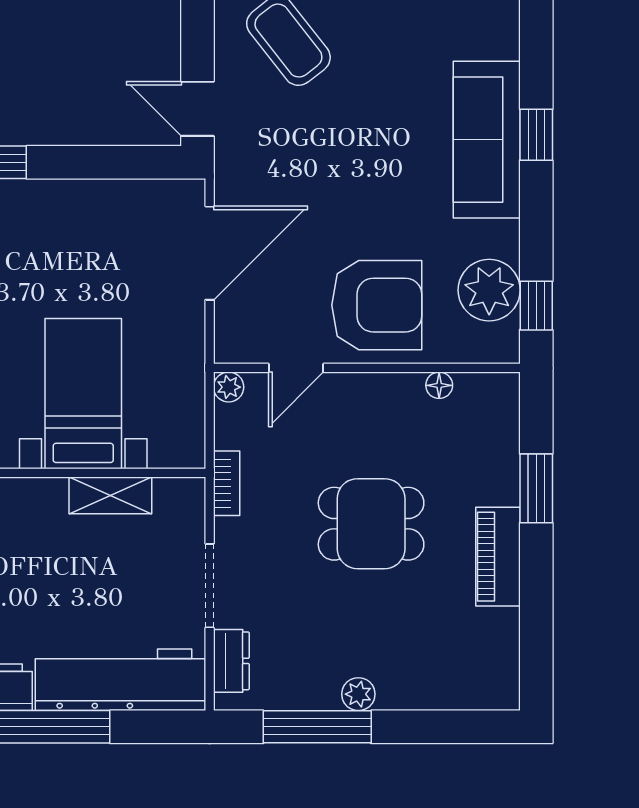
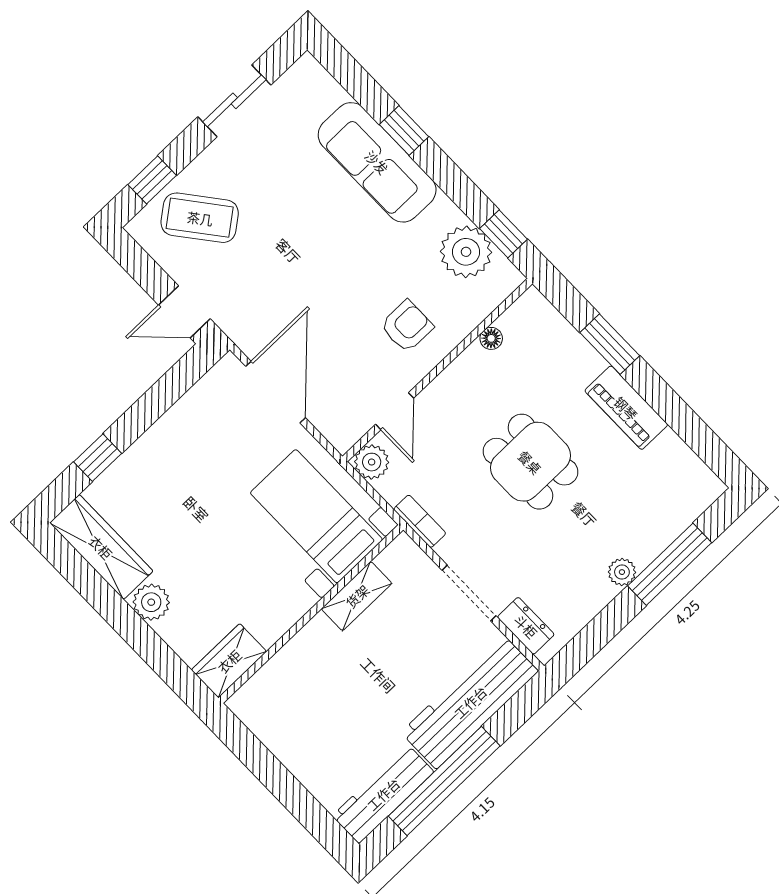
armchair: (377, 305) -> (407, 326), width x0.53, depth x0.53
plant: (229, 387) -> (372, 462), width x1.38, depth x1.38
bed with nightstands: (83, 394) -> (316, 516), moved
dining table: (371, 524) -> (530, 462), turned 90
window: (317, 727) -> (670, 564), moved

